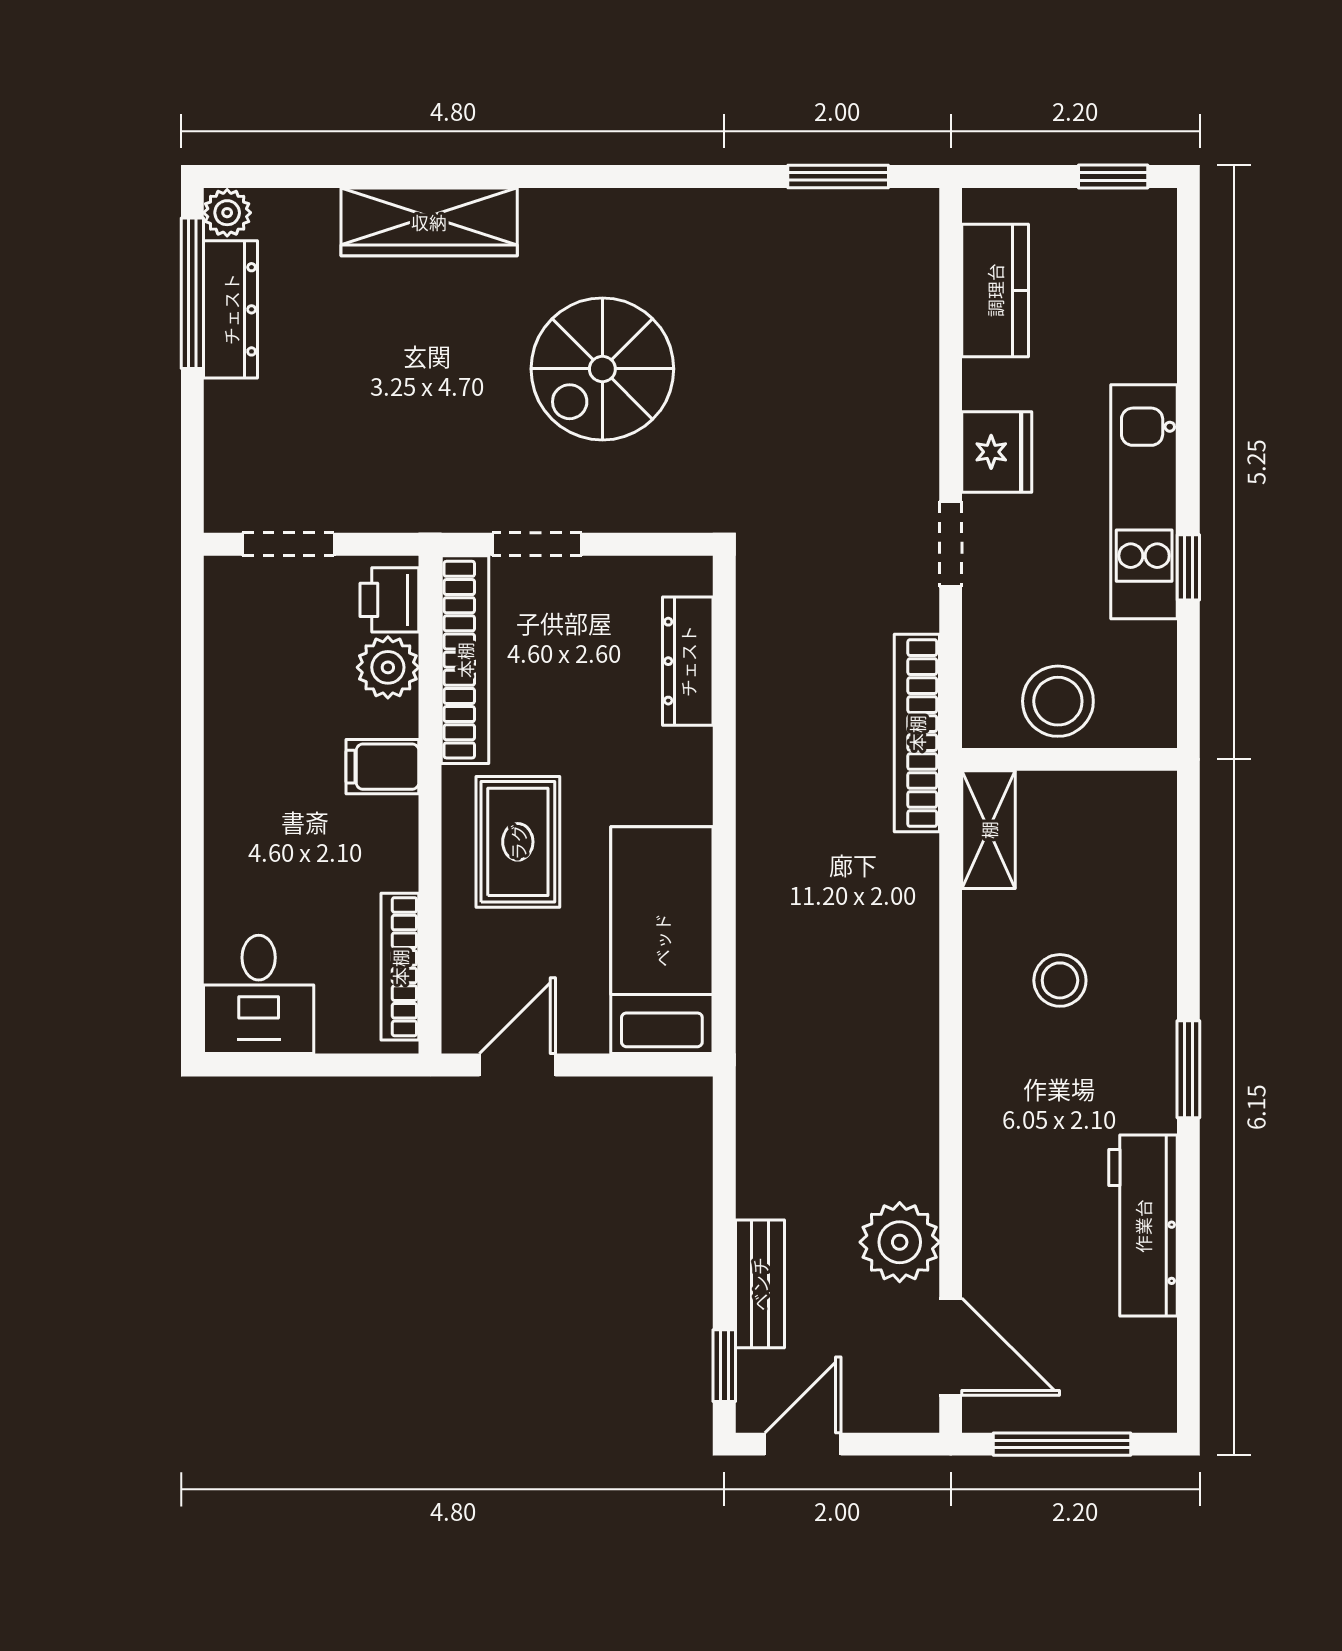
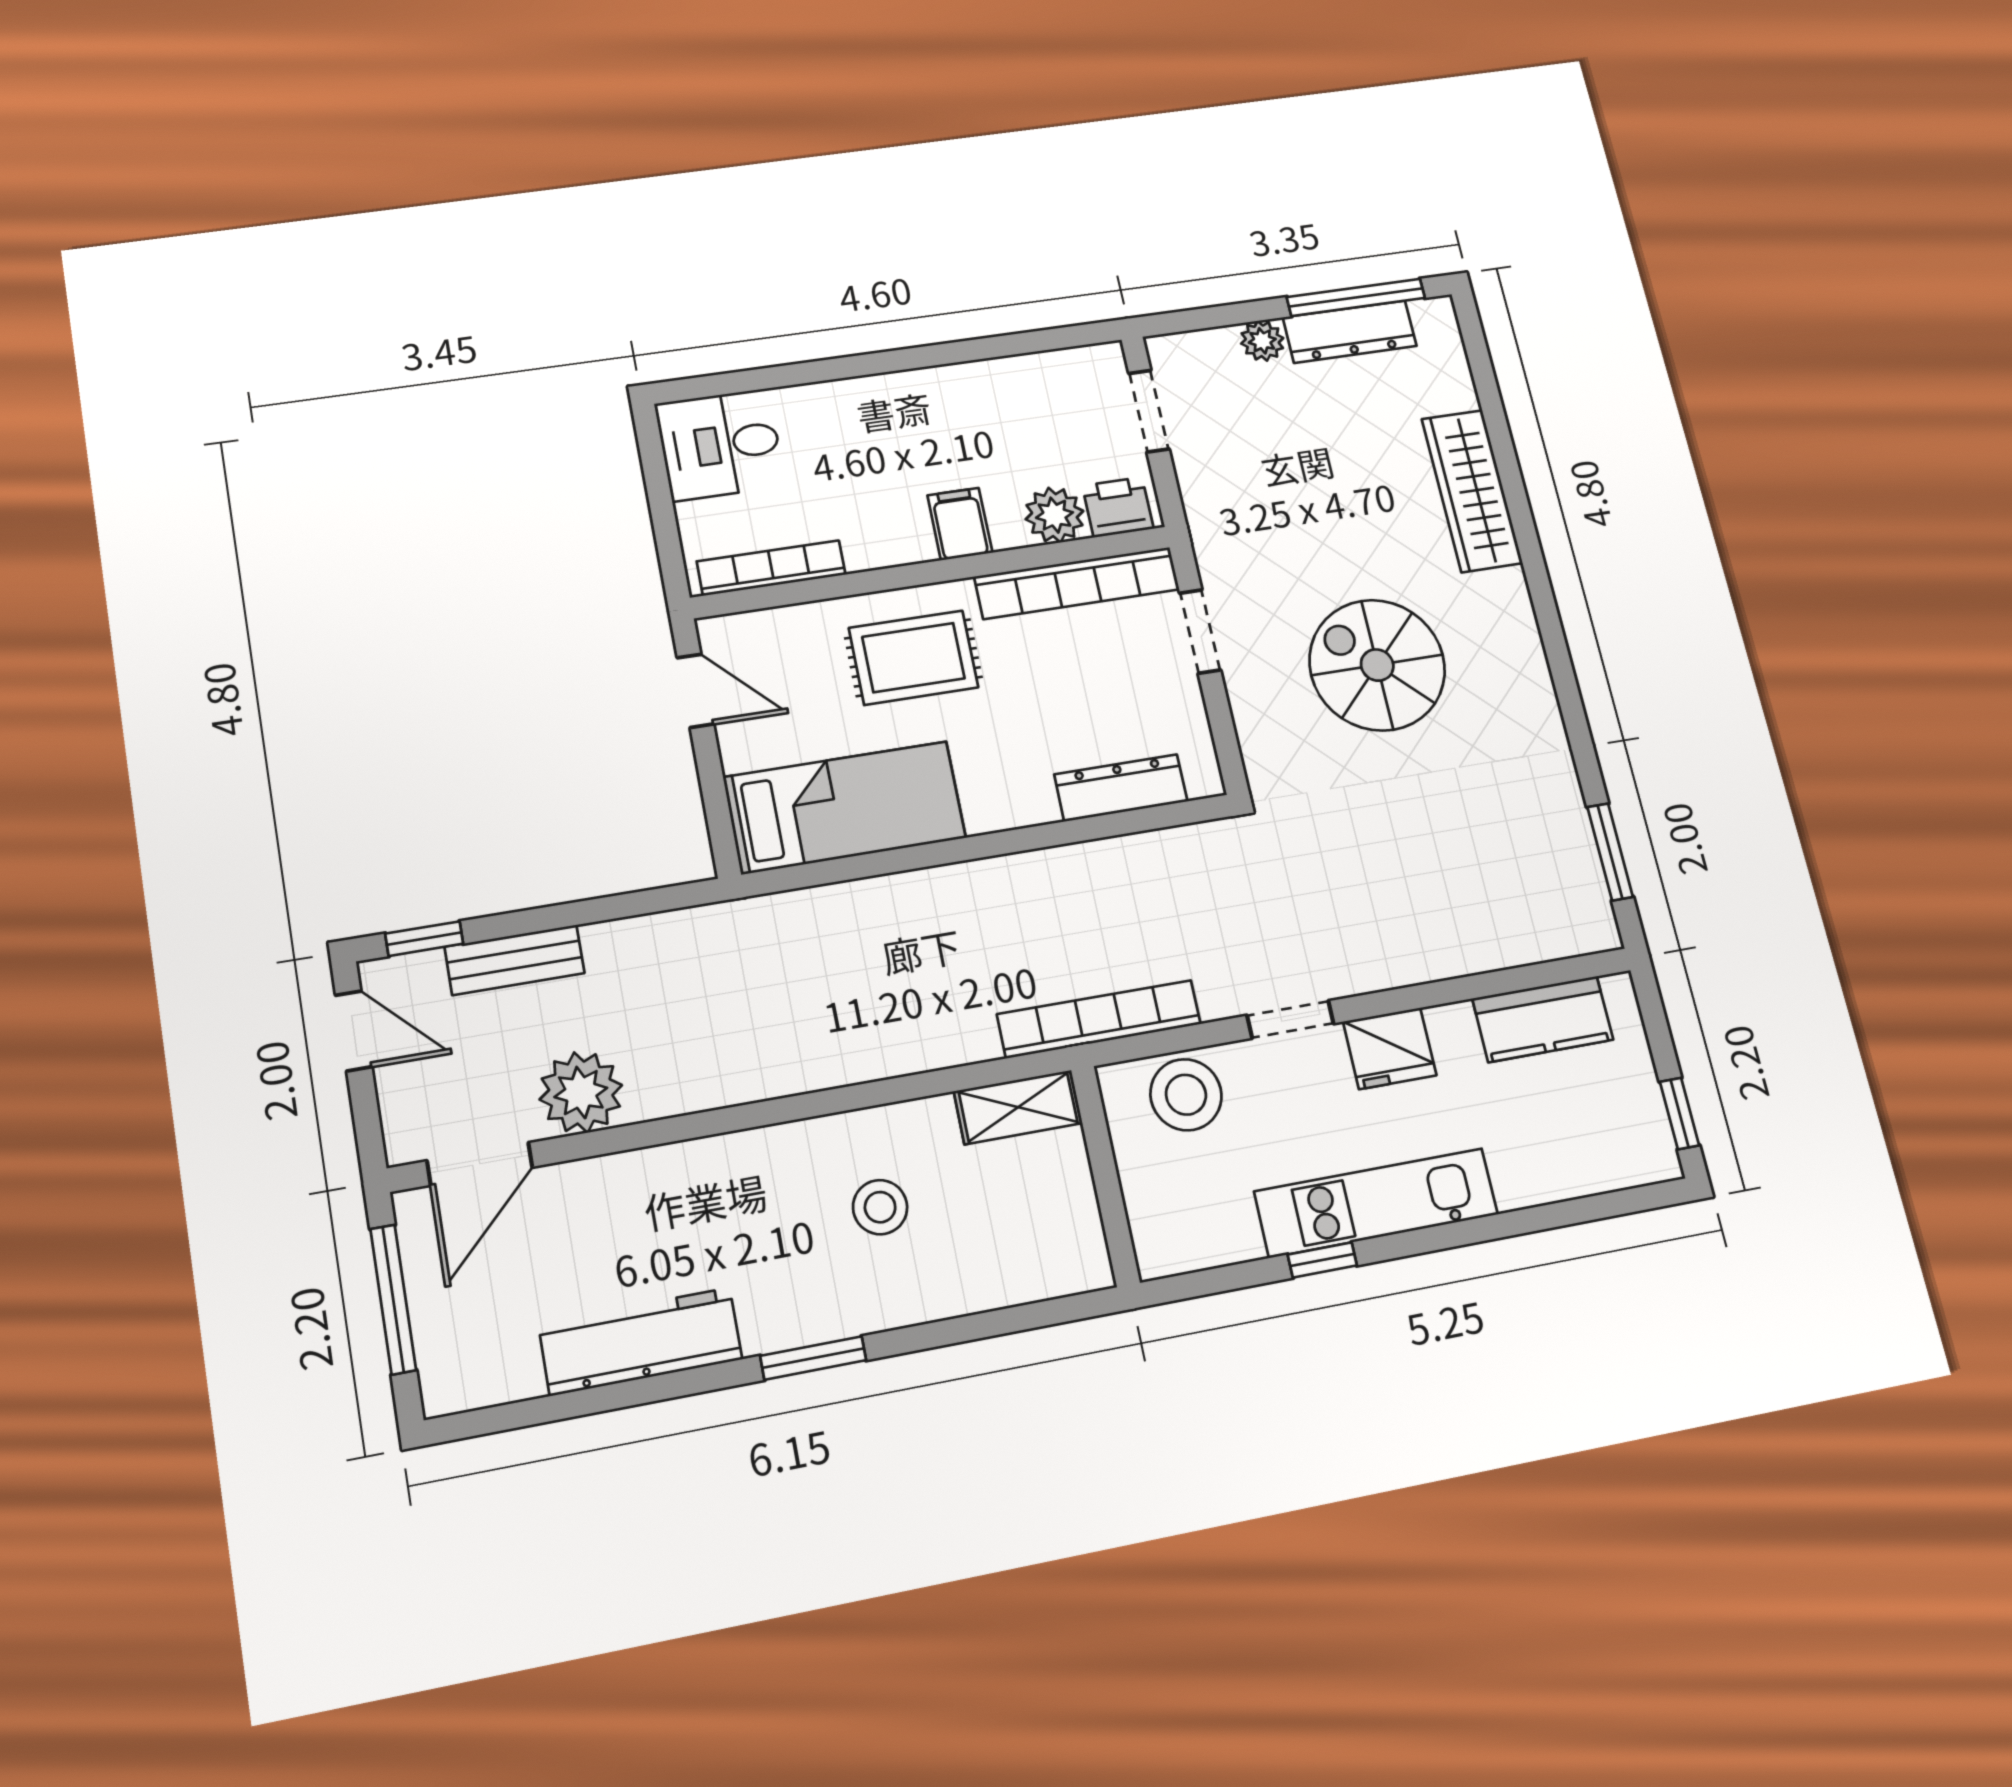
plant: (227, 213) -> (1262, 341), moved
stool: (1058, 701) -> (1186, 1095), moved

